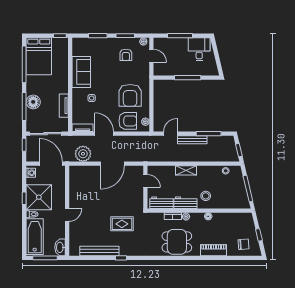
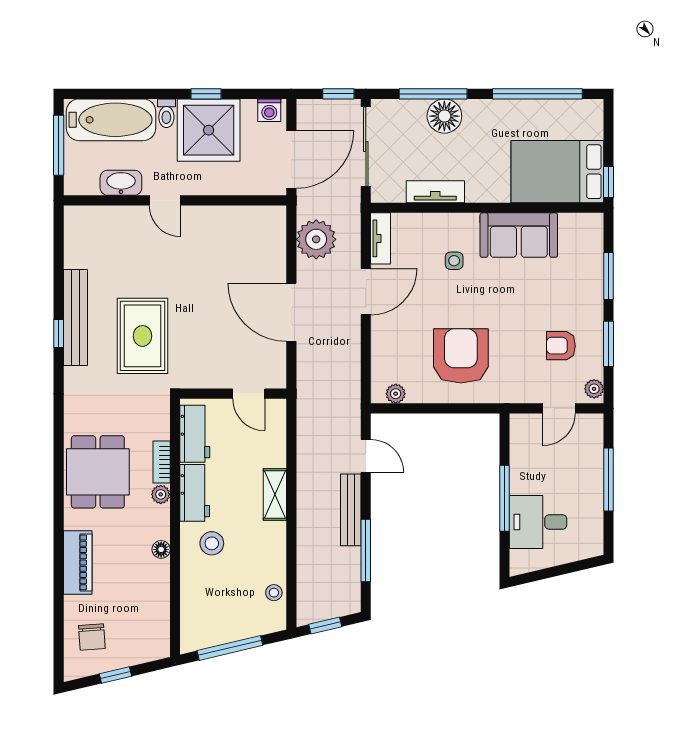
desk: (199, 49) -> (538, 522), moved, turned 180
bed: (39, 56) -> (557, 172), moved
armchair: (130, 95) -> (461, 356), turned 90
armchair: (128, 121) -> (397, 350), removed
door: (145, 181) -> (249, 394), hinge flipped
rug: (122, 224) -> (143, 336), width x1.36, depth x1.43
washbasin: (60, 247) -> (121, 183), moved
bench: (99, 251) -> (76, 318), moved

